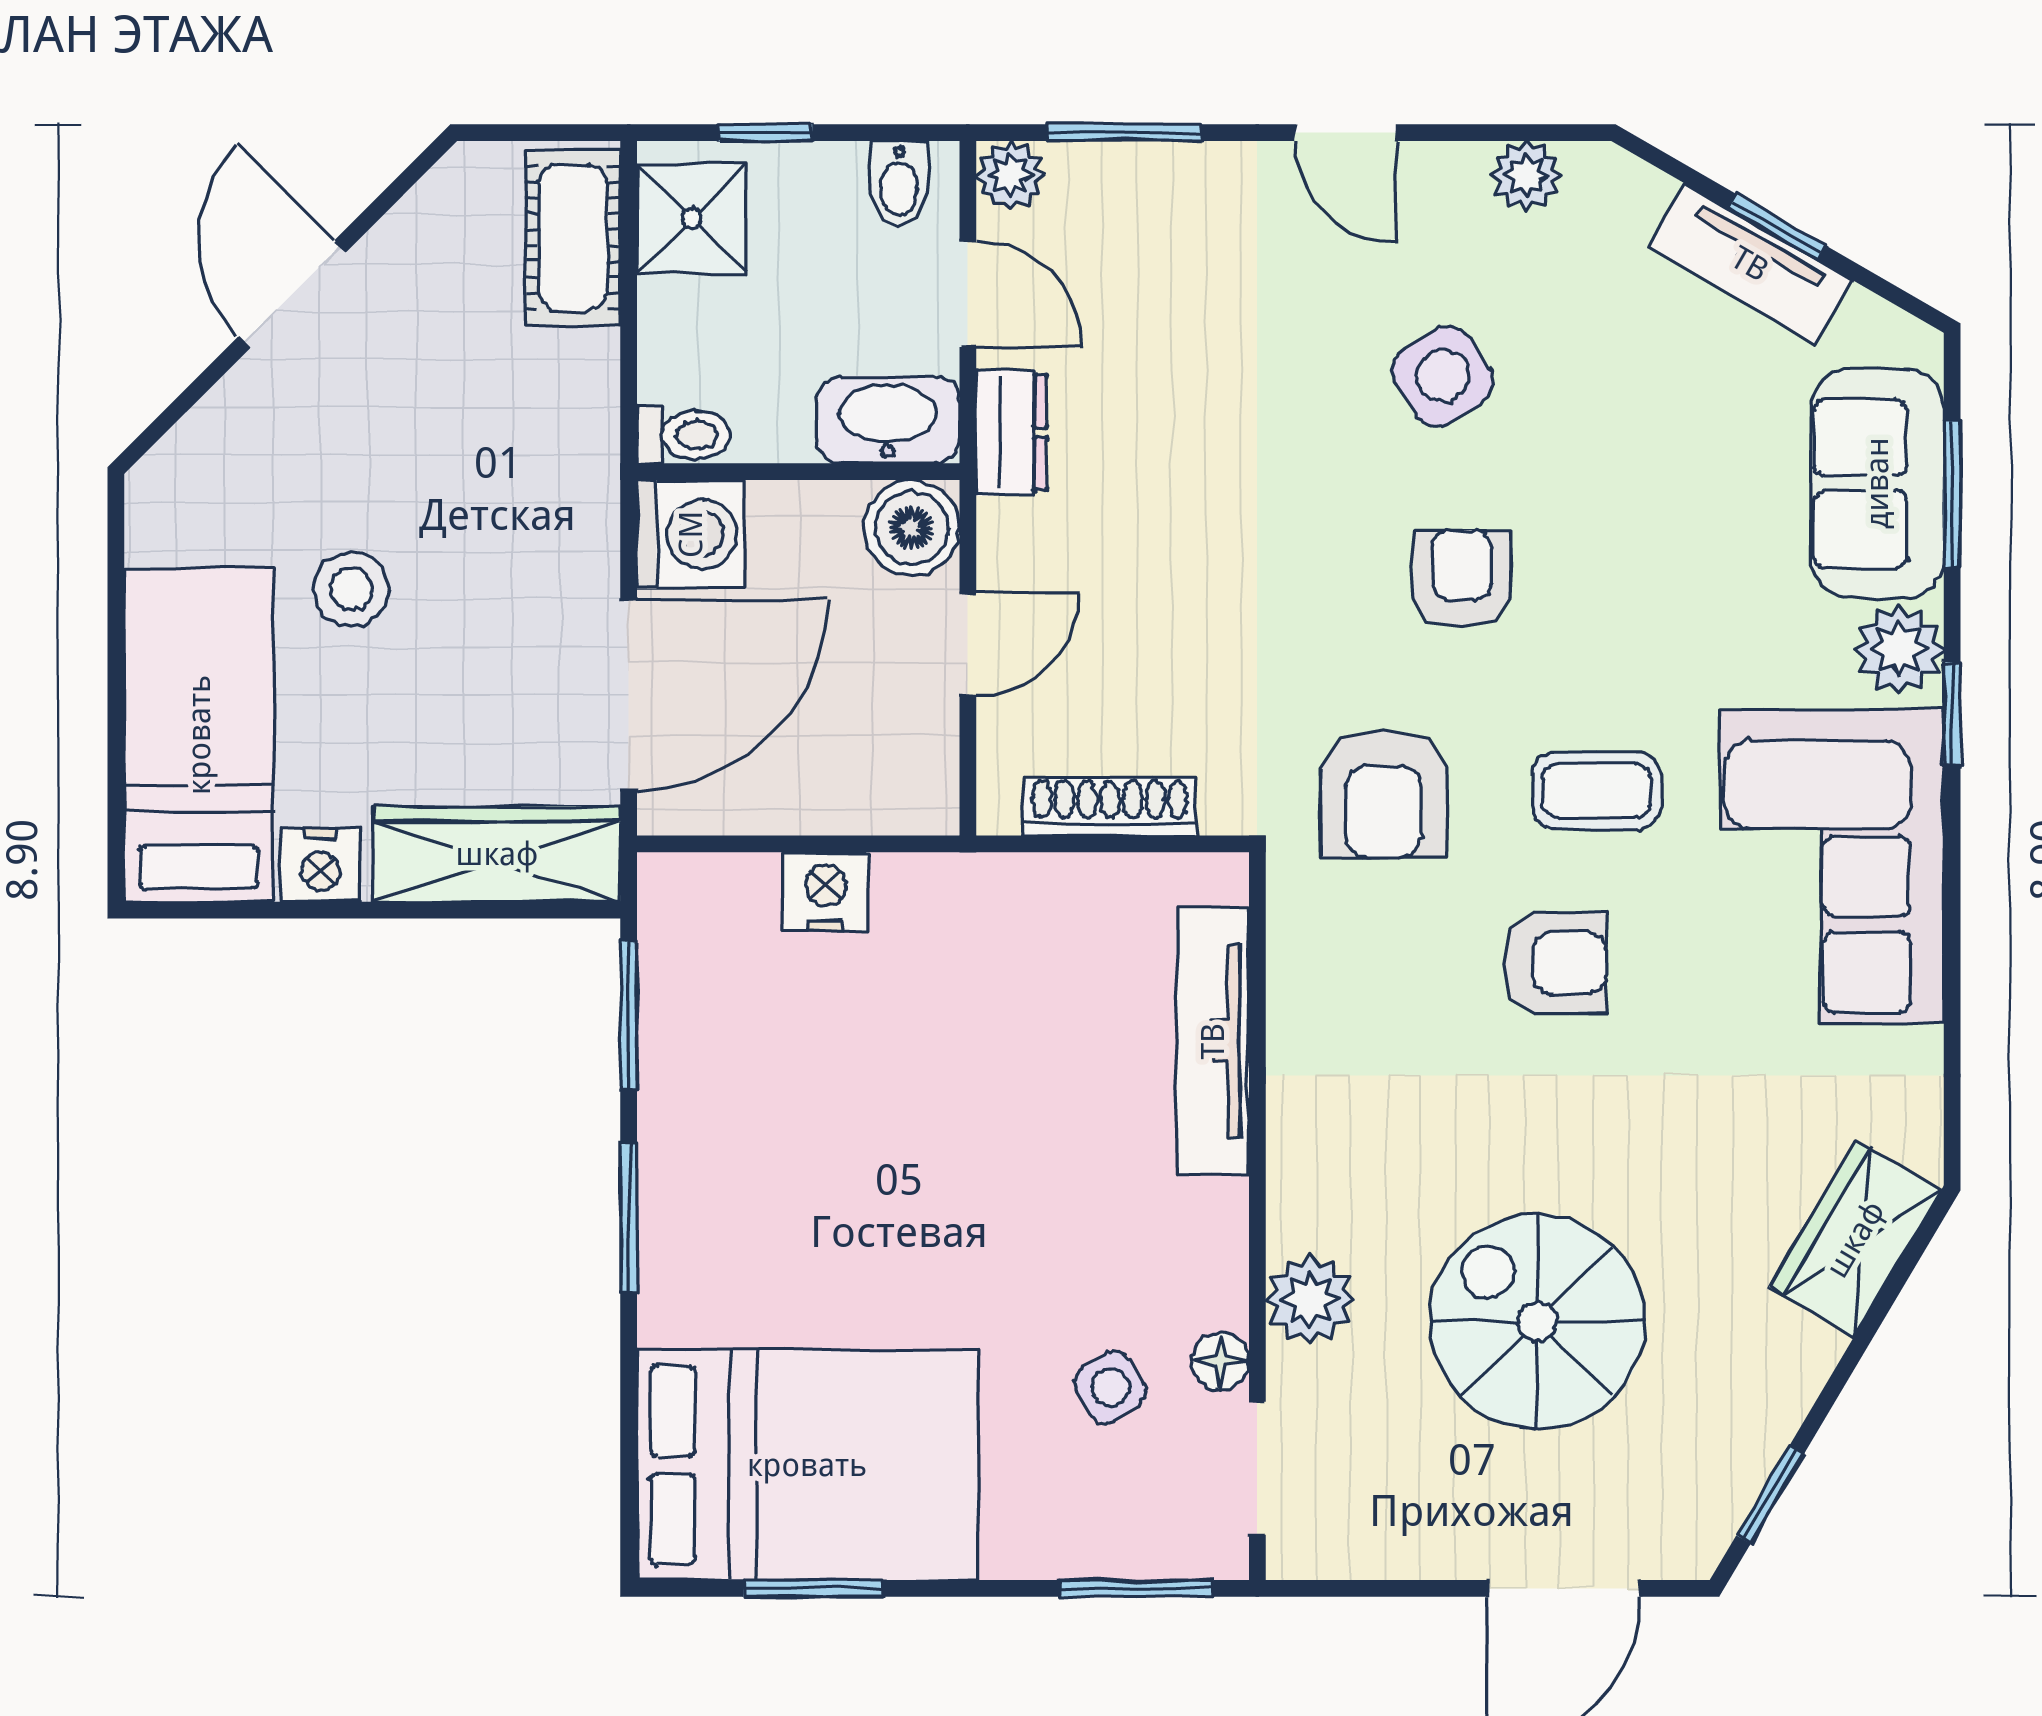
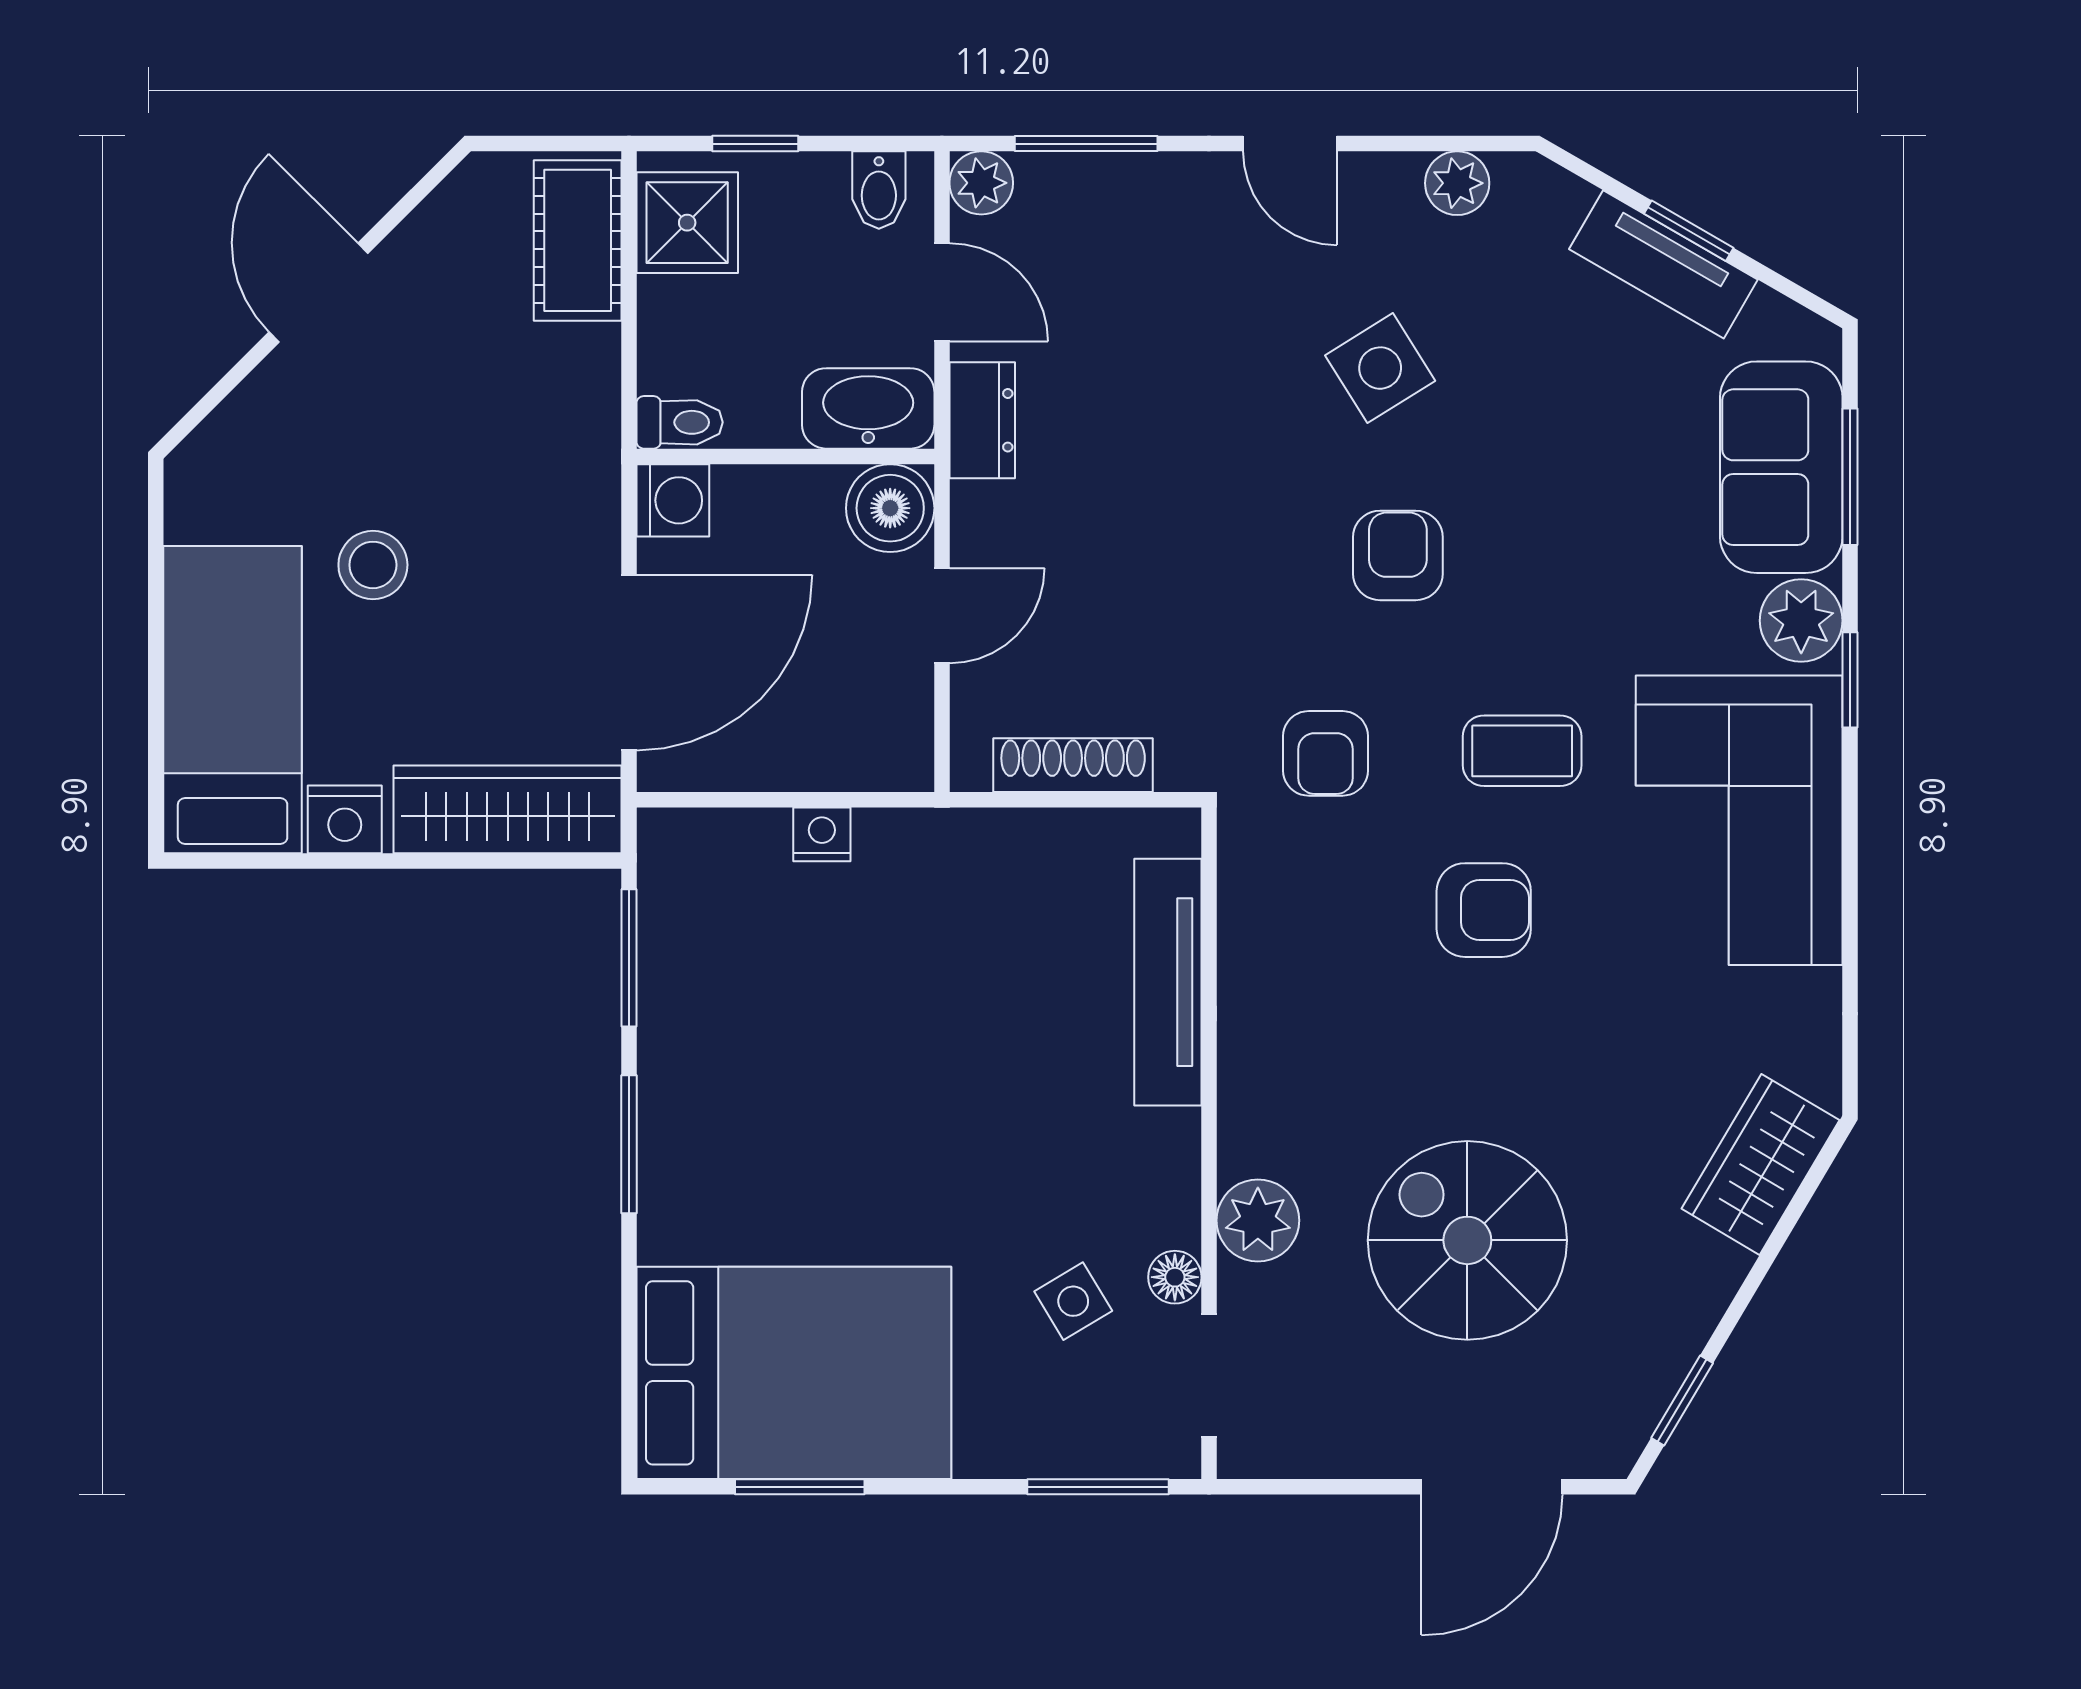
washing machine: (691, 534) -> (673, 500), width x0.73, depth x0.73
armchair: (1384, 794) -> (1326, 753), width x0.72, depth x0.72
nightstand: (826, 892) -> (822, 834), width x0.72, depth x0.74

